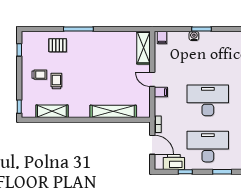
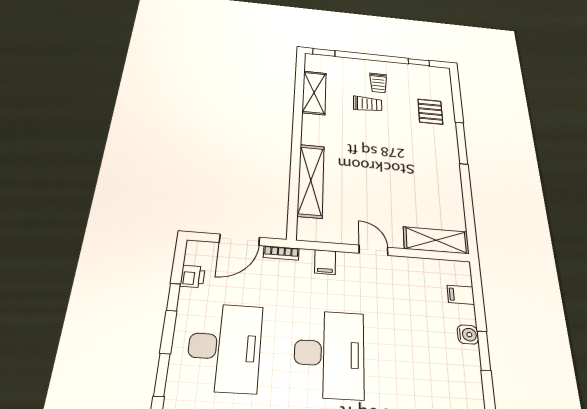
filing cabinet: (162, 38) -> (461, 295), moved
door: (152, 79) -> (374, 250), hinge flipped
filing cabinet: (161, 92) -> (325, 262), moved
printer: (174, 162) -> (193, 276), width x0.53, depth x0.68

